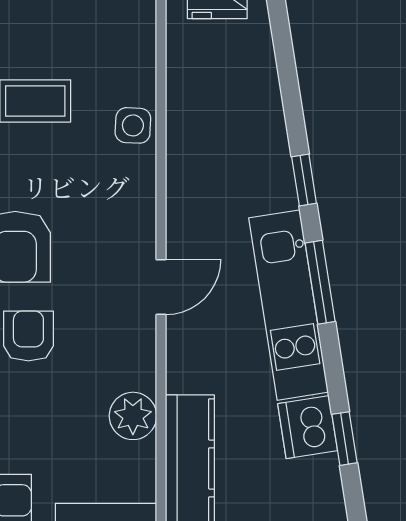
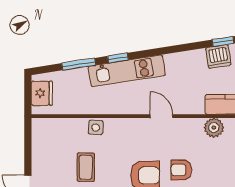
window: (320, 282) -> (79, 64), moved
kitchen unit: (288, 305) -> (127, 71), moved

